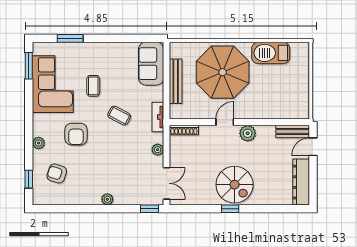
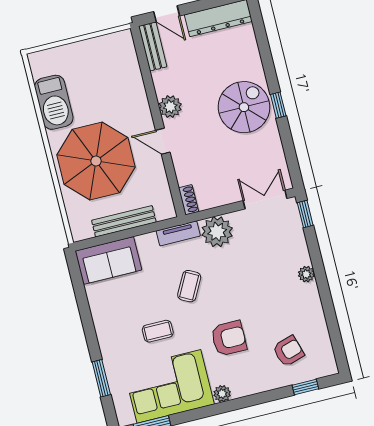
shoe rack: (184, 130) -> (189, 200), width x0.70
plant: (39, 143) -> (222, 394), moved
plant: (158, 150) -> (217, 232), width x1.88, depth x1.88
armchair: (57, 174) -> (288, 351), turned -125

